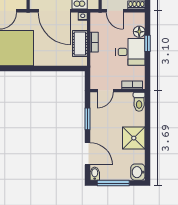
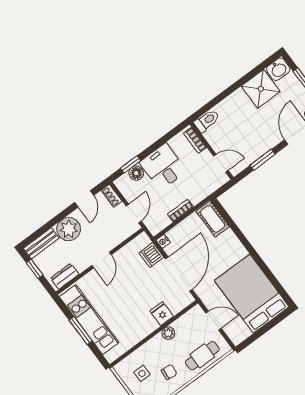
cot: (80, 43) -> (213, 219), moved, turned 90
window: (148, 43) -> (131, 164), moved
shower: (134, 138) -> (261, 89), moved

